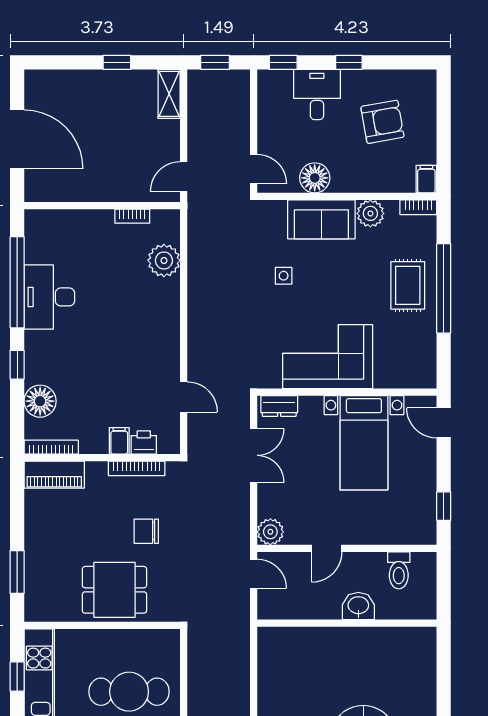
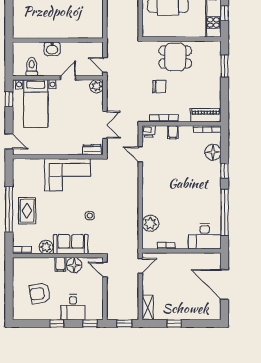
filing cabinet: (426, 179) -> (60, 264), moved
desk: (49, 297) -> (205, 236), moved, turned 90
printer: (144, 442) -> (148, 131), moved
bed with nightstands: (364, 443) -> (36, 103), moved, turned 180
double door: (254, 455) -> (105, 125), swing flipped

